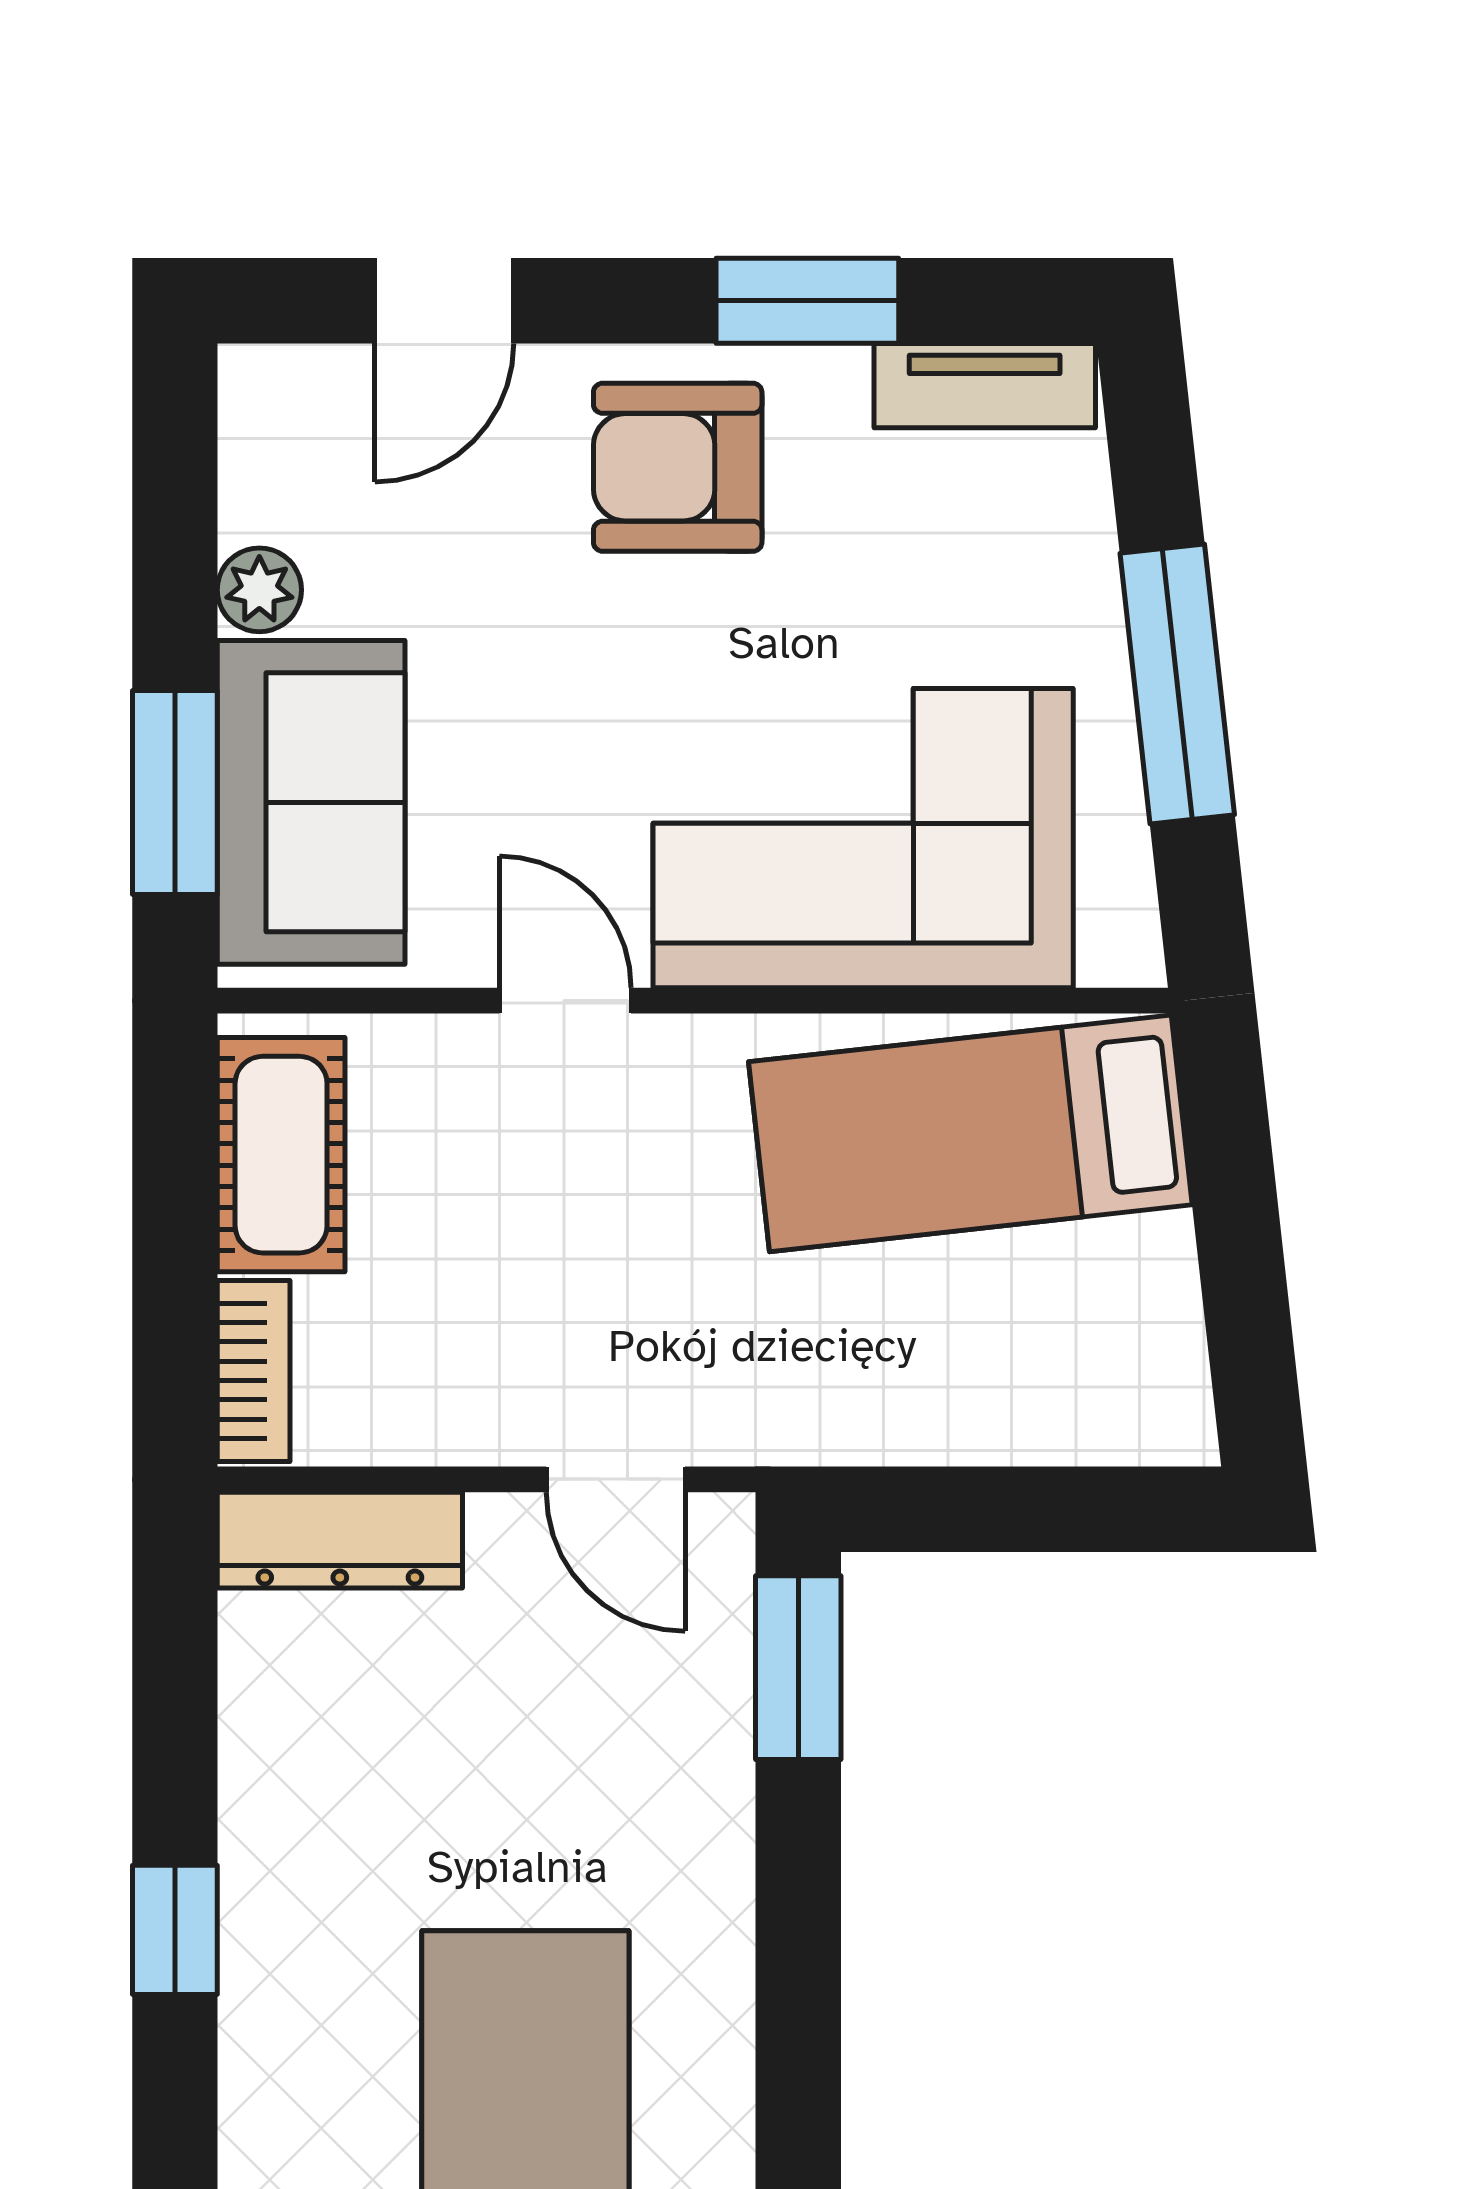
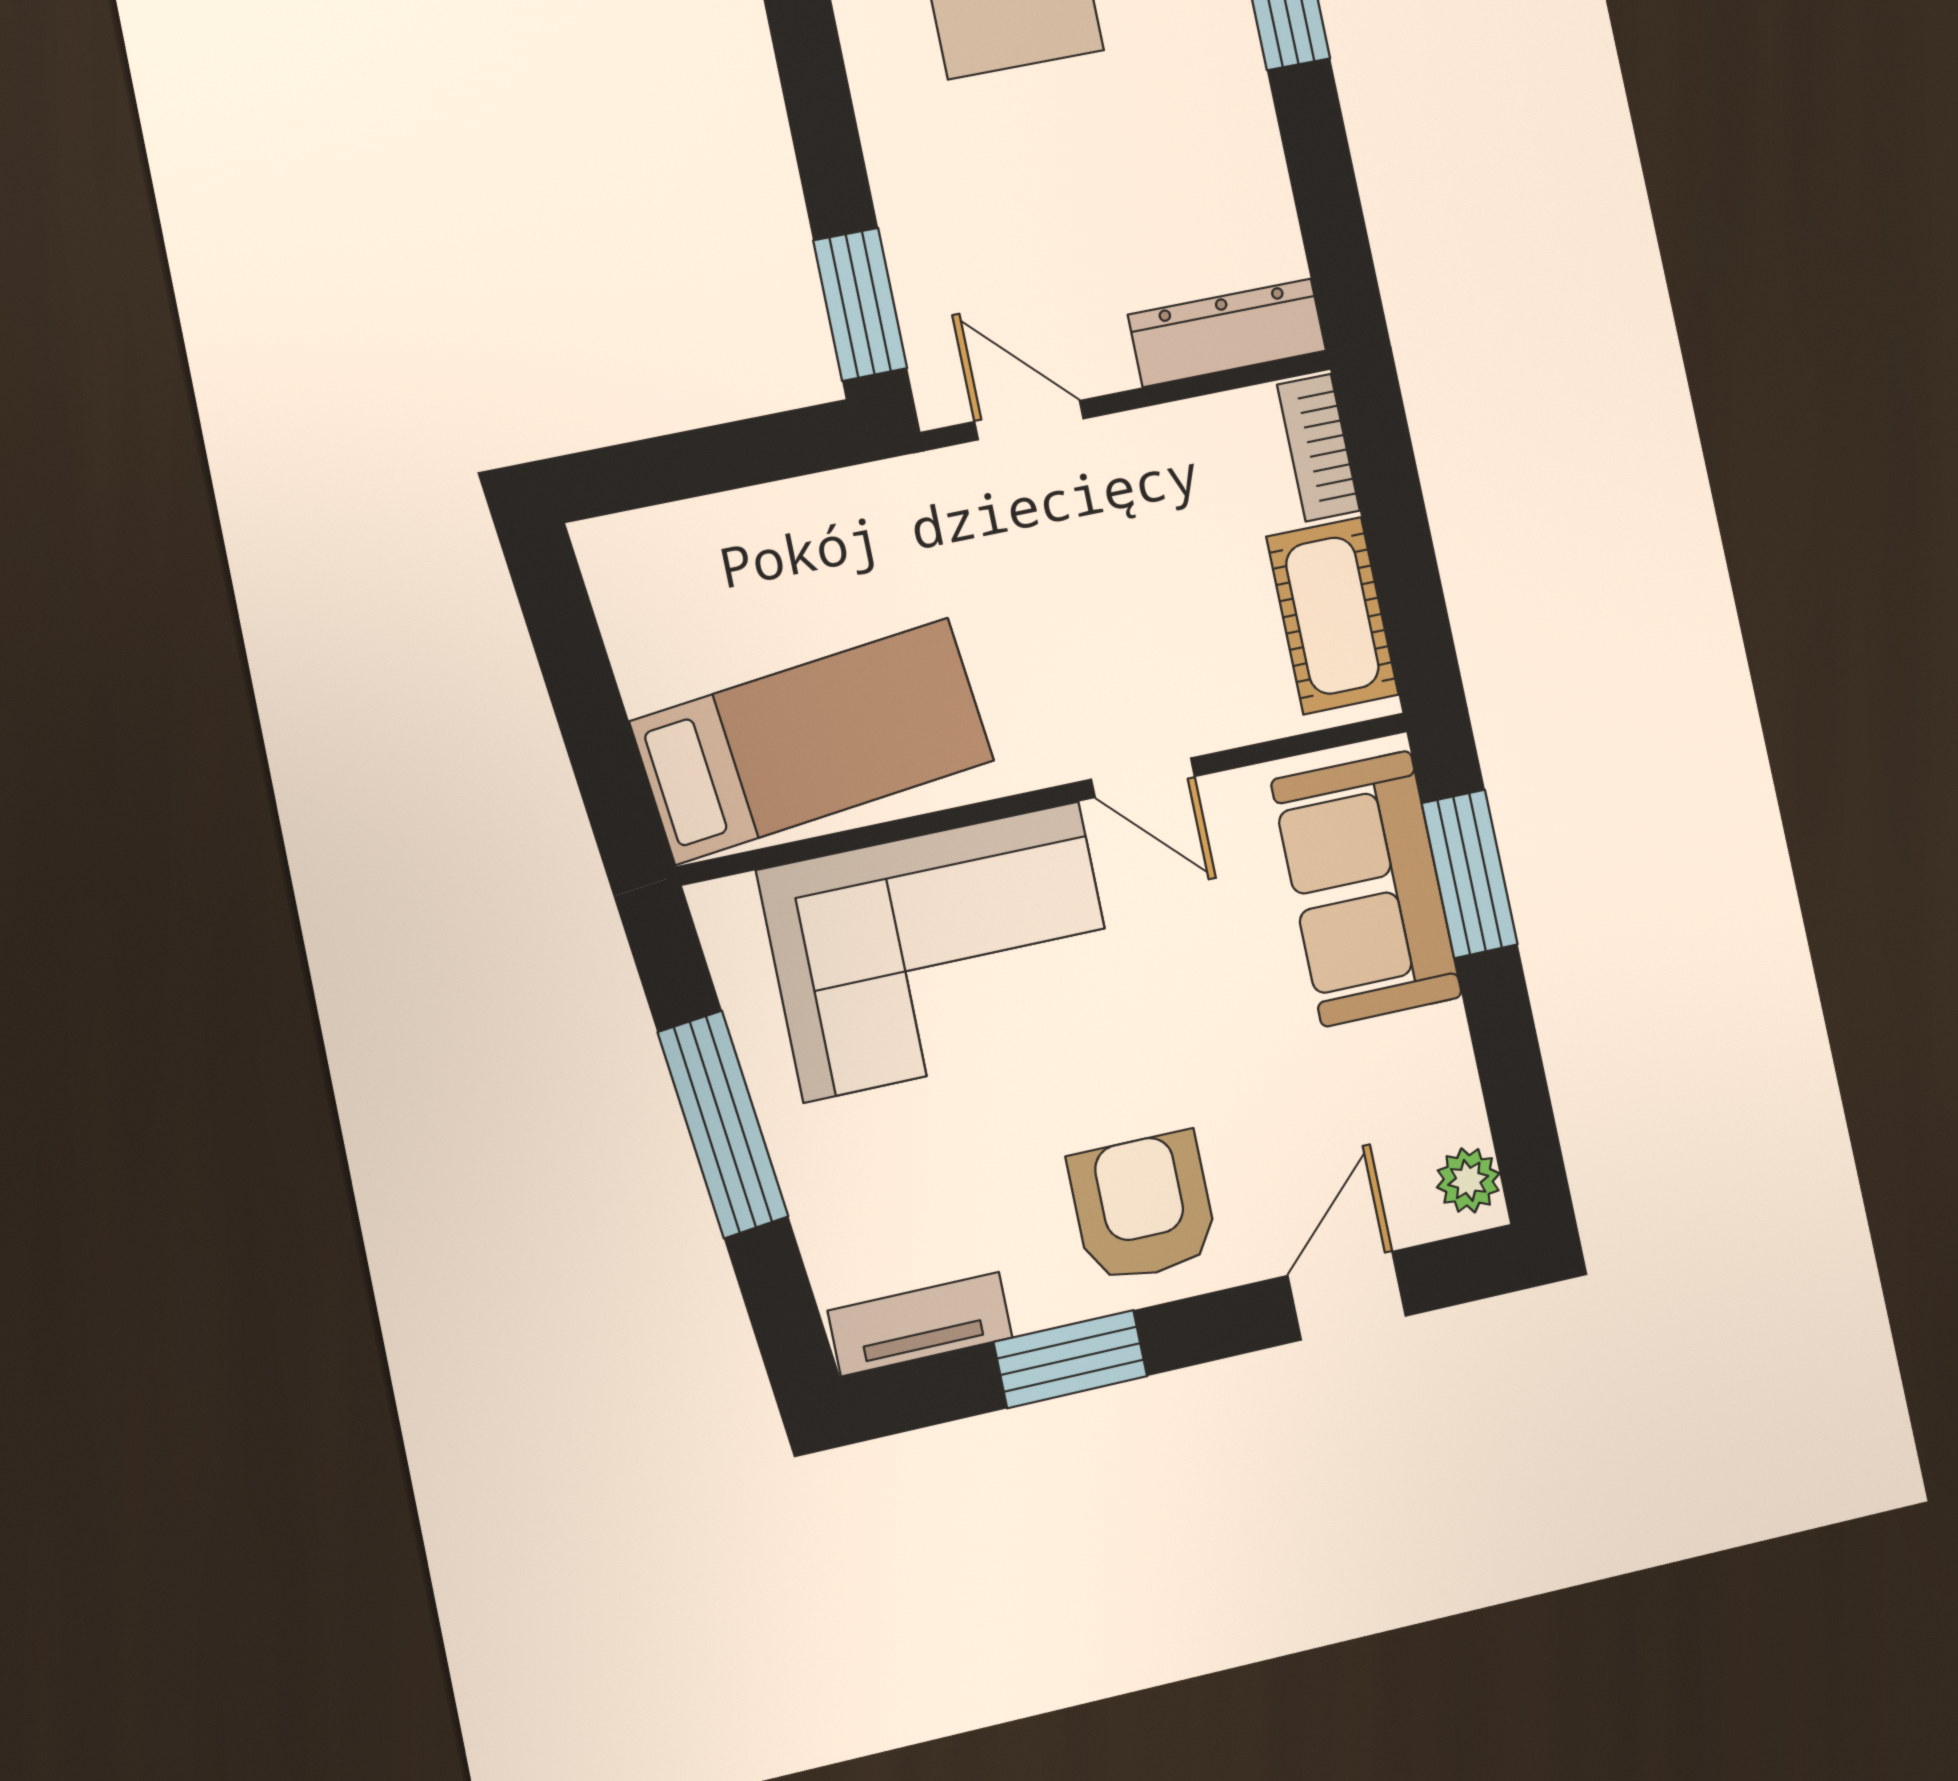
armchair: (678, 467) -> (1143, 1207), turned -90
plant: (259, 590) -> (1468, 1180), moved

